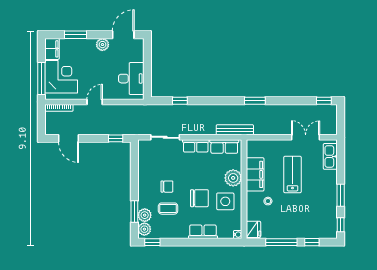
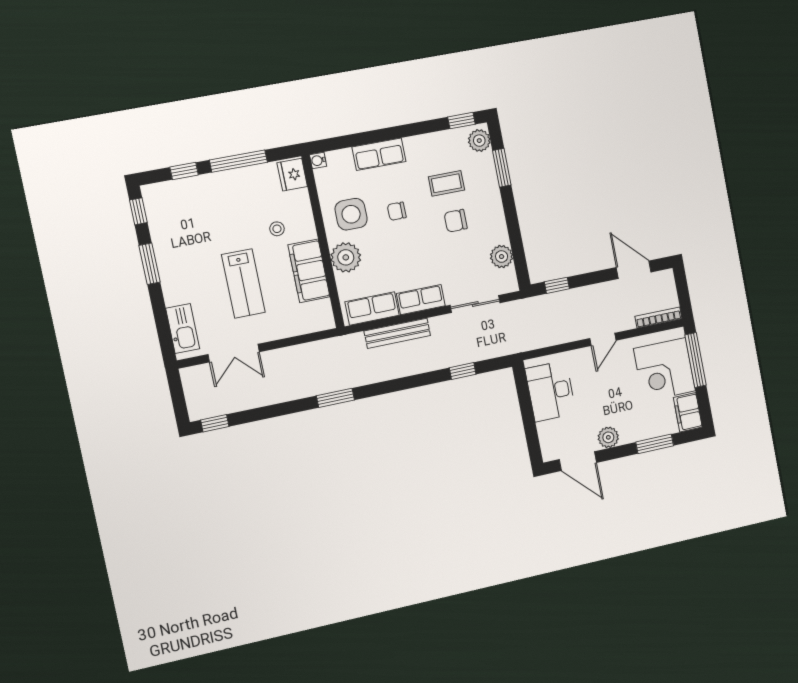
door: (123, 35) -> (578, 461), hinge flipped
bench: (235, 130) -> (397, 333), moved
chair: (199, 198) -> (397, 211), width x0.54, depth x0.54
plant: (145, 215) -> (502, 257), moved

